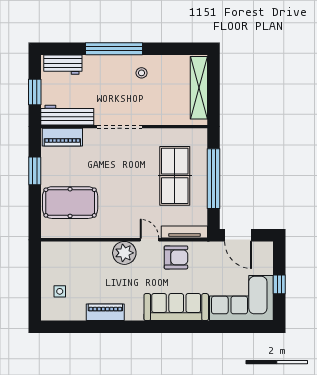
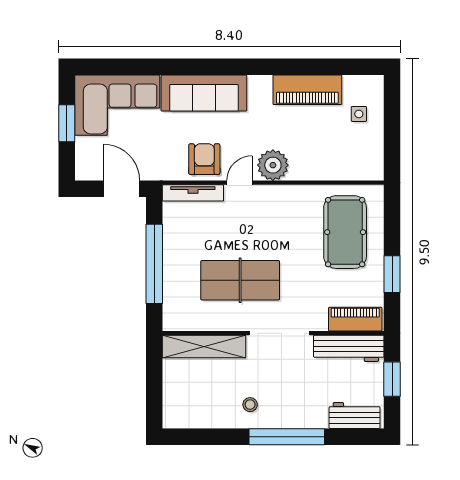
shelving: (199, 88) -> (204, 346), moved, turned 90
table tennis table: (175, 176) -> (240, 280), moved, turned 90
pool table: (70, 203) -> (345, 232), turned 90
door: (149, 240) -> (239, 183), swing flipped
armchair: (176, 257) -> (204, 159), turned 90
window: (279, 284) -> (67, 123), width x1.50
piano: (105, 312) -> (307, 90), width x1.37, depth x1.33

